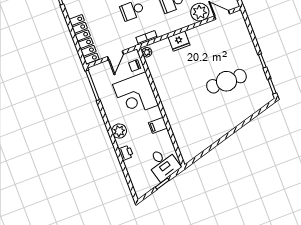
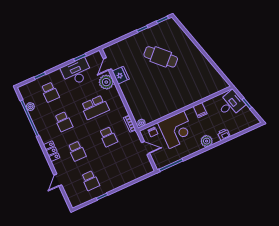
locker: (84, 39) -> (134, 174), removed
fridge: (179, 41) -> (121, 75), moved
cafe table: (226, 81) -> (161, 57), turned -45

